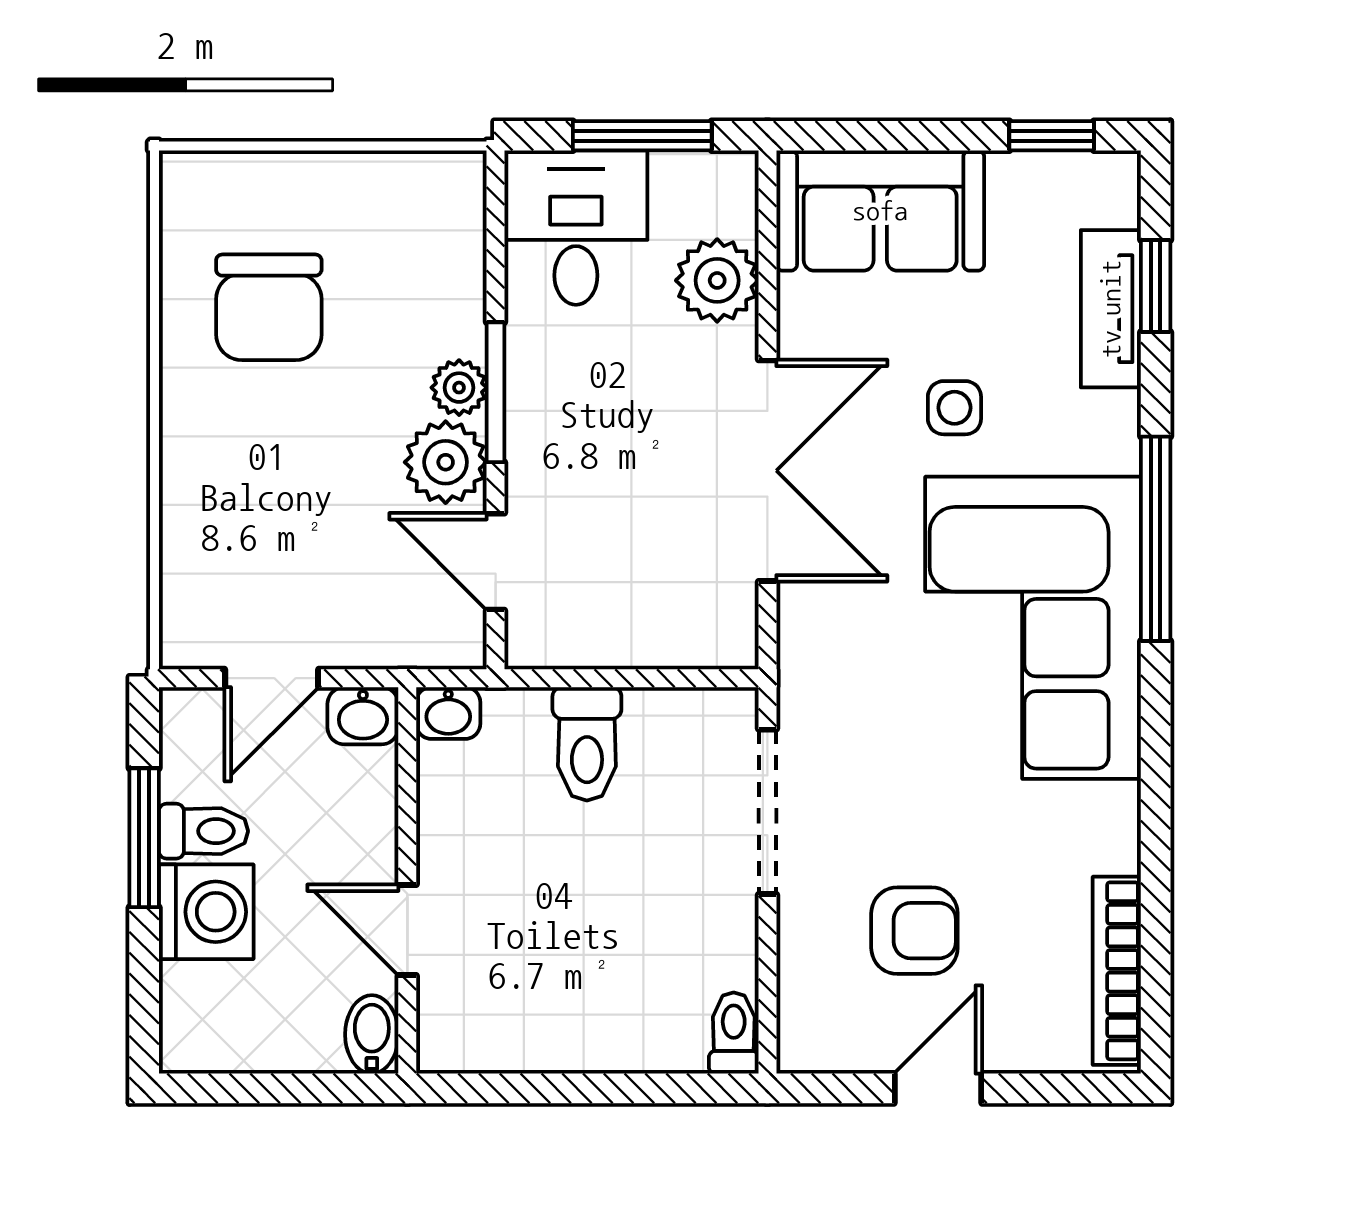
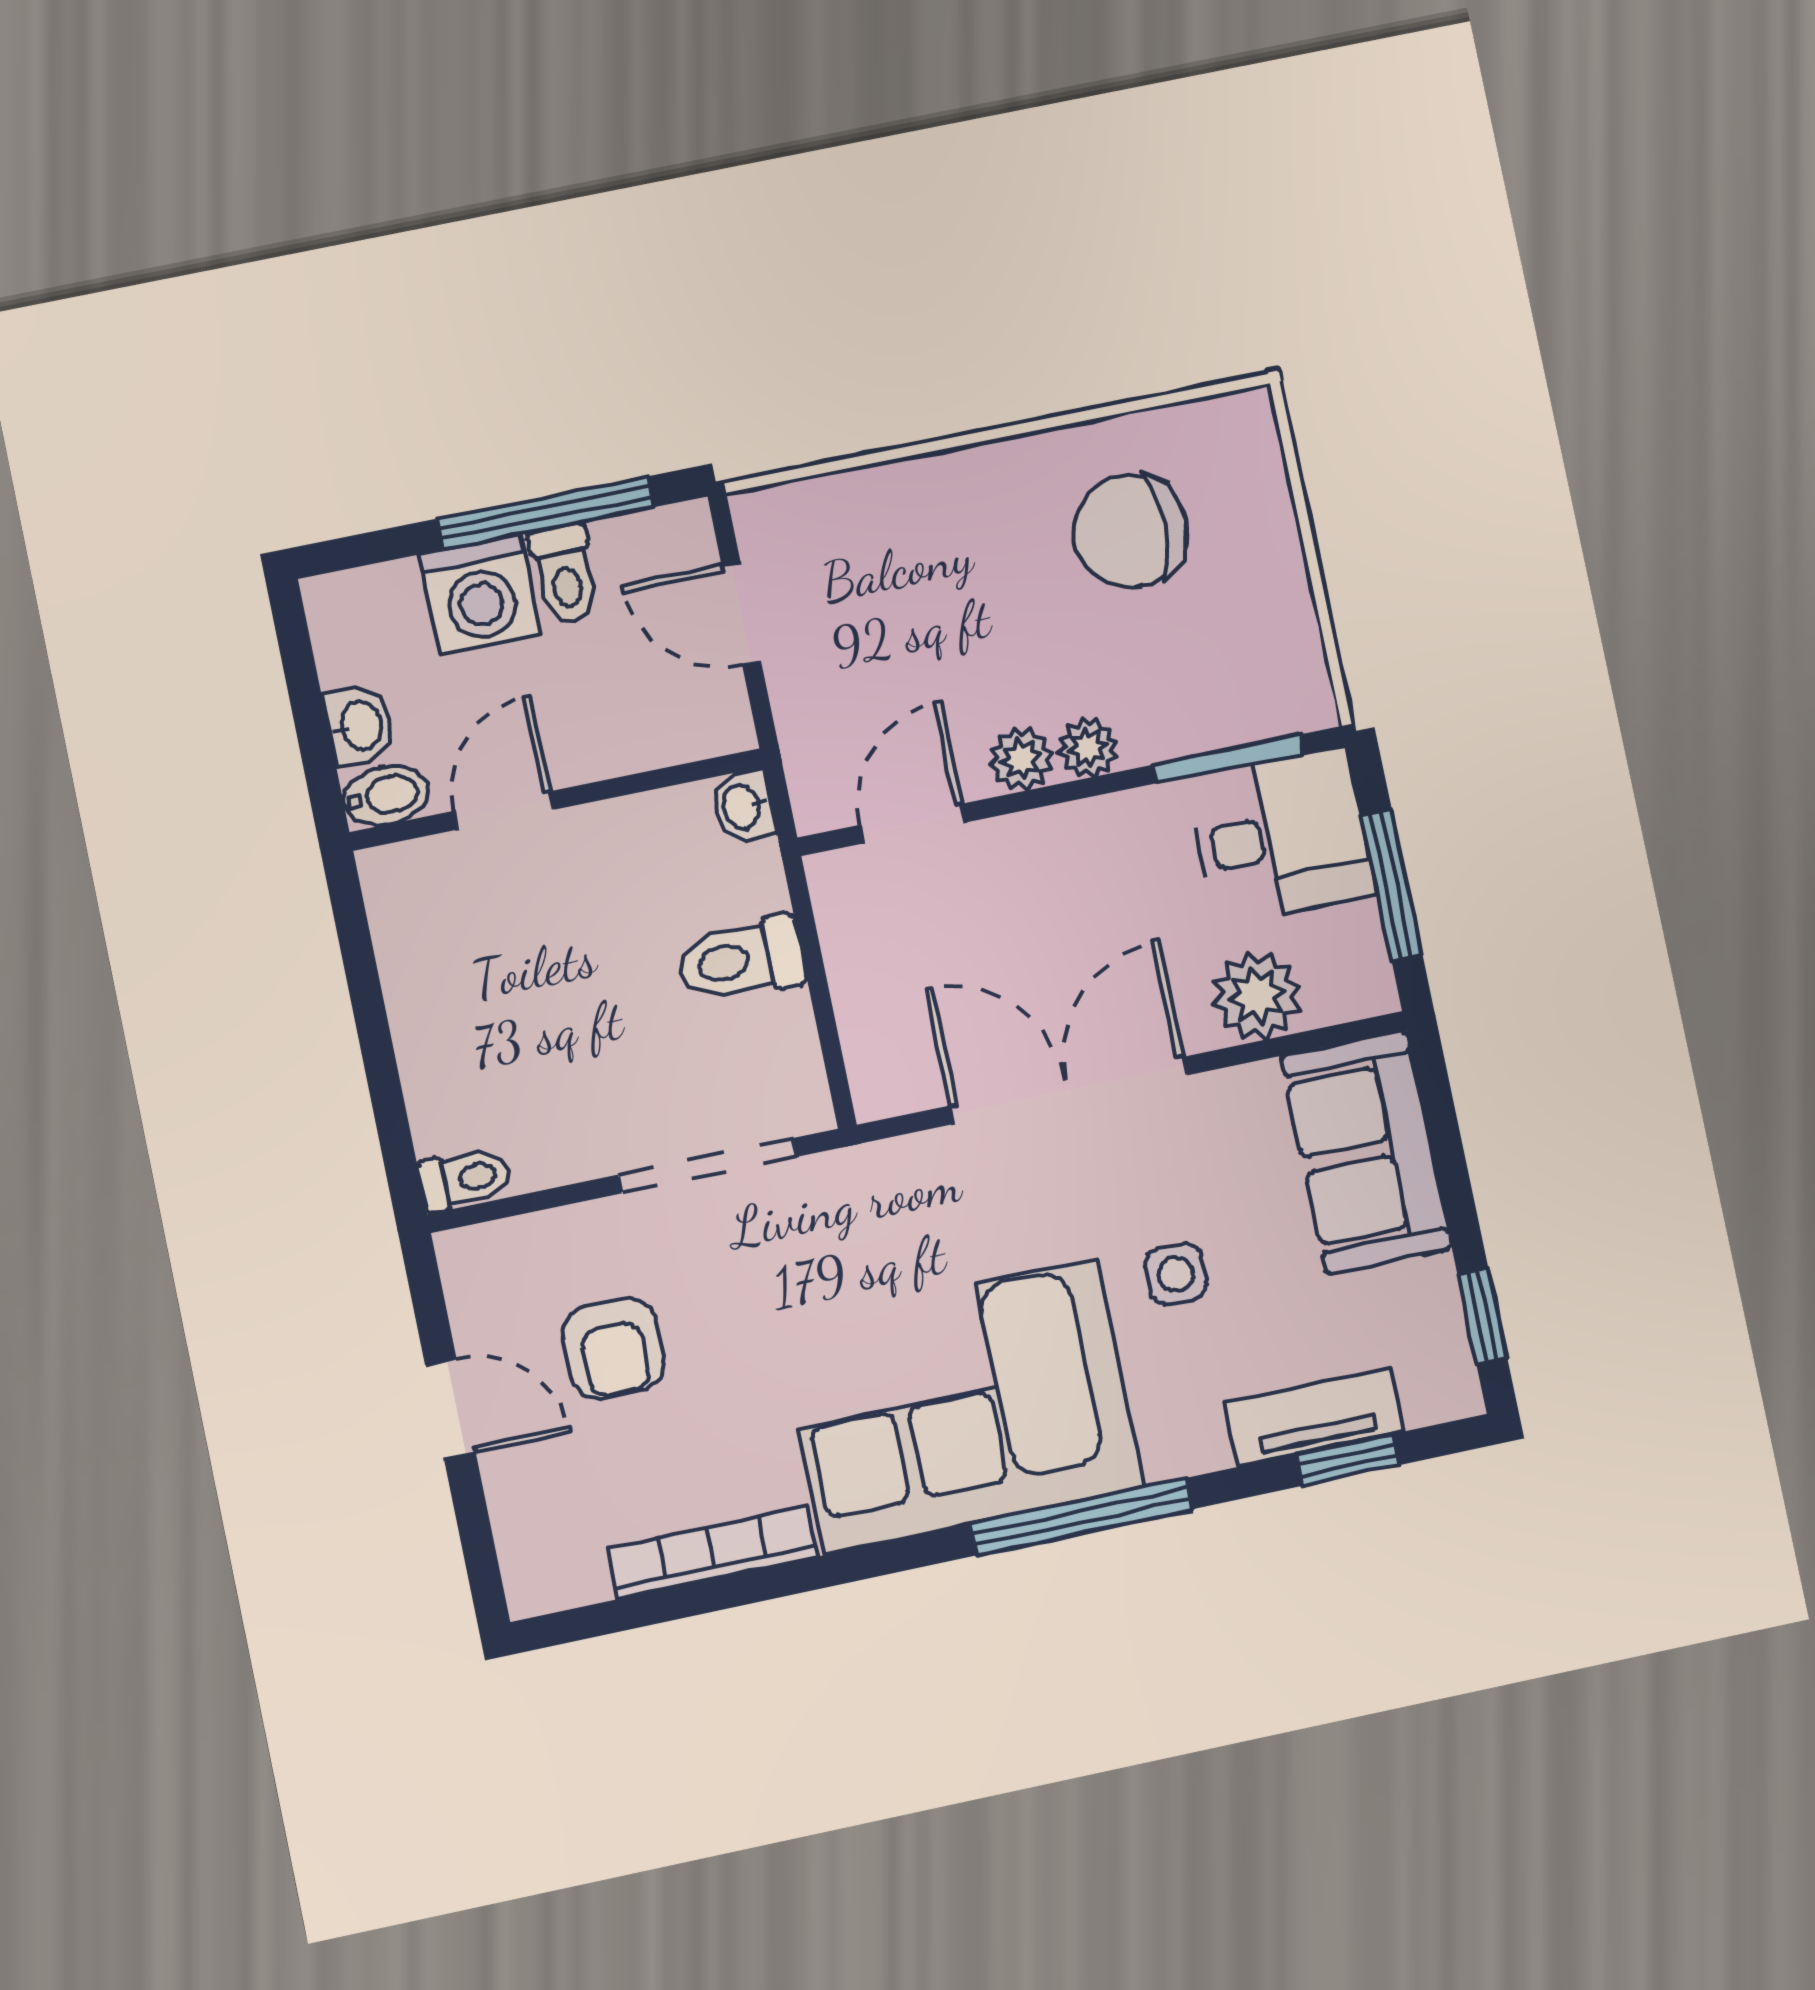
window: (496, 392) -> (1228, 759), moved
plant: (446, 462) -> (1021, 759), width x0.73, depth x0.73
double door: (767, 471) -> (1068, 1090), swing flipped
washbasin: (363, 716) -> (359, 726), moved, turned 180
window: (144, 838) -> (545, 513), width x1.44
bookcase: (1117, 971) -> (713, 1552), moved

